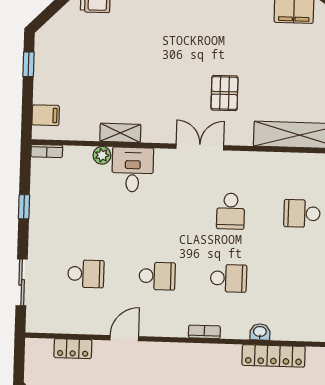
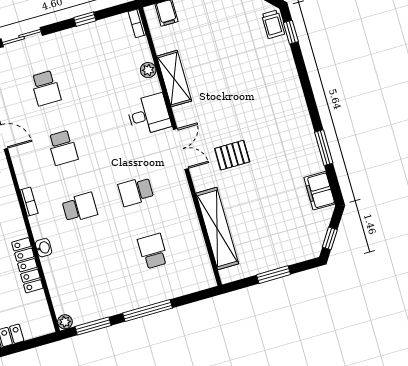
shelving: (120, 133) -> (174, 79), width x1.50, depth x1.33
desk: (133, 170) -> (149, 115), moved
school desk: (229, 278) -> (80, 207), turned -90

